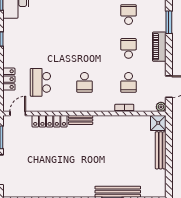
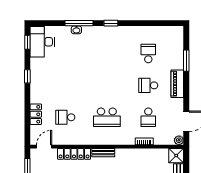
school desk: (129, 48) -> (148, 85), turned -90
school desk: (40, 82) -> (65, 117), width x0.54
school desk: (84, 82) -> (107, 117), width x1.85

